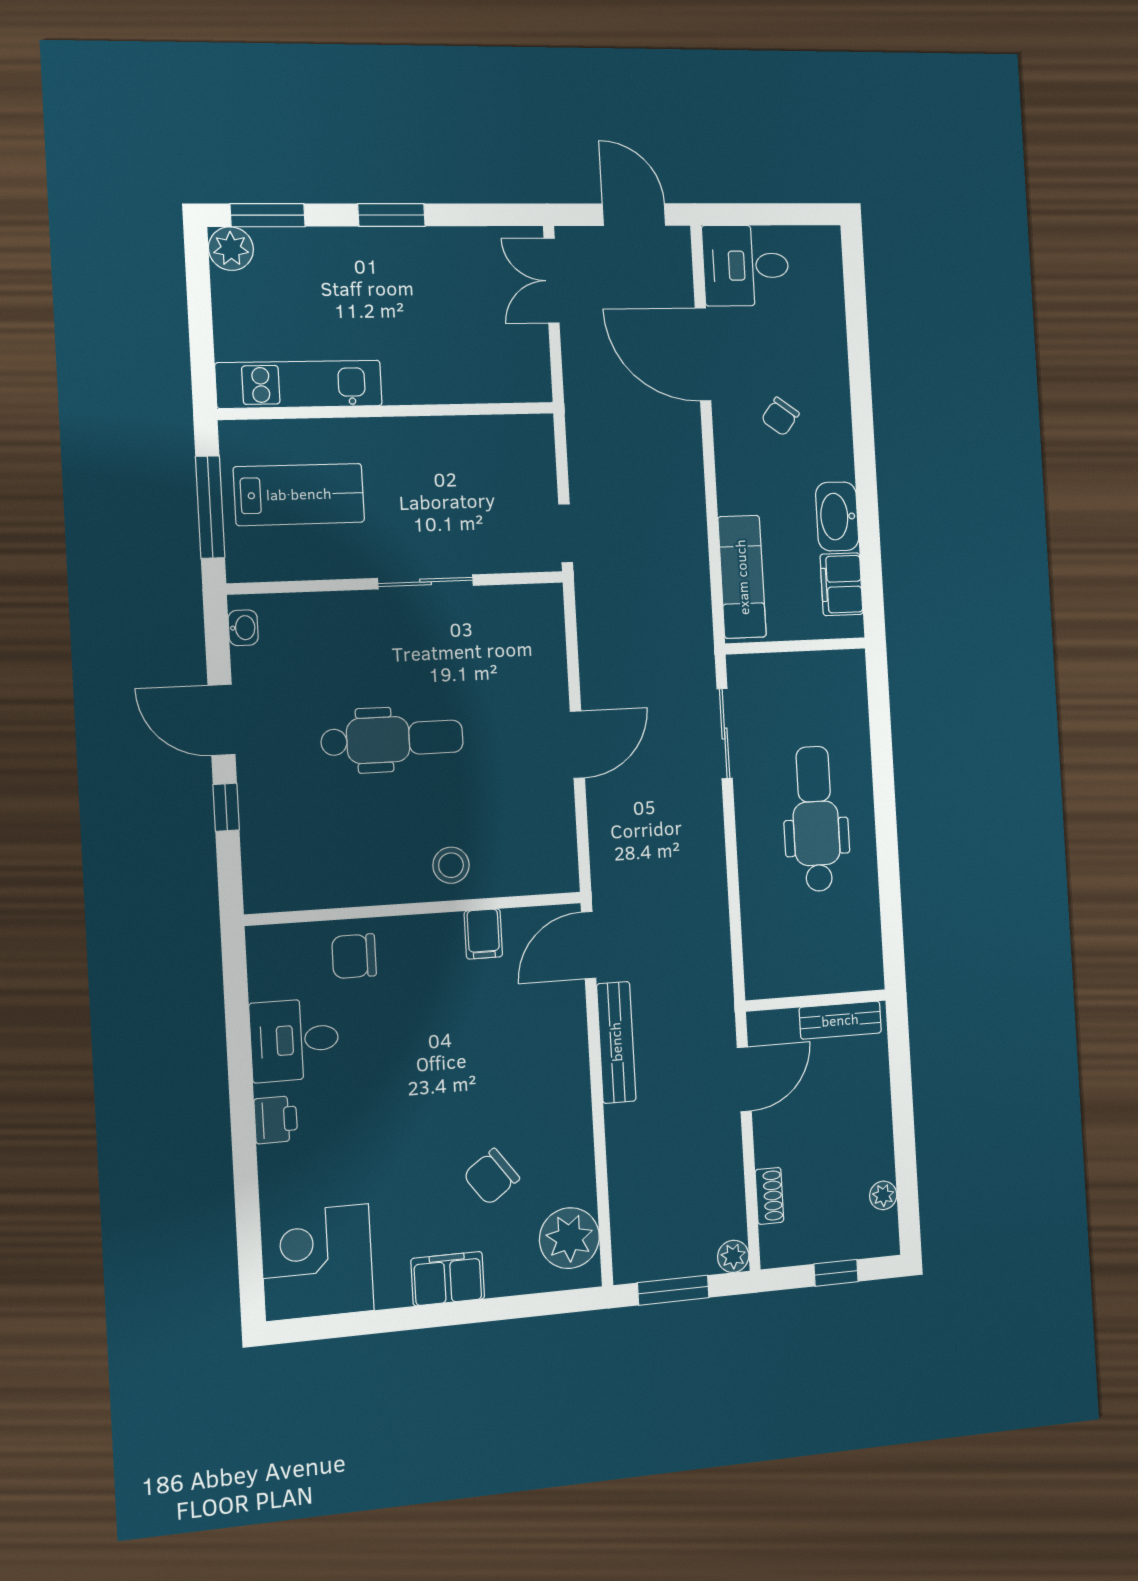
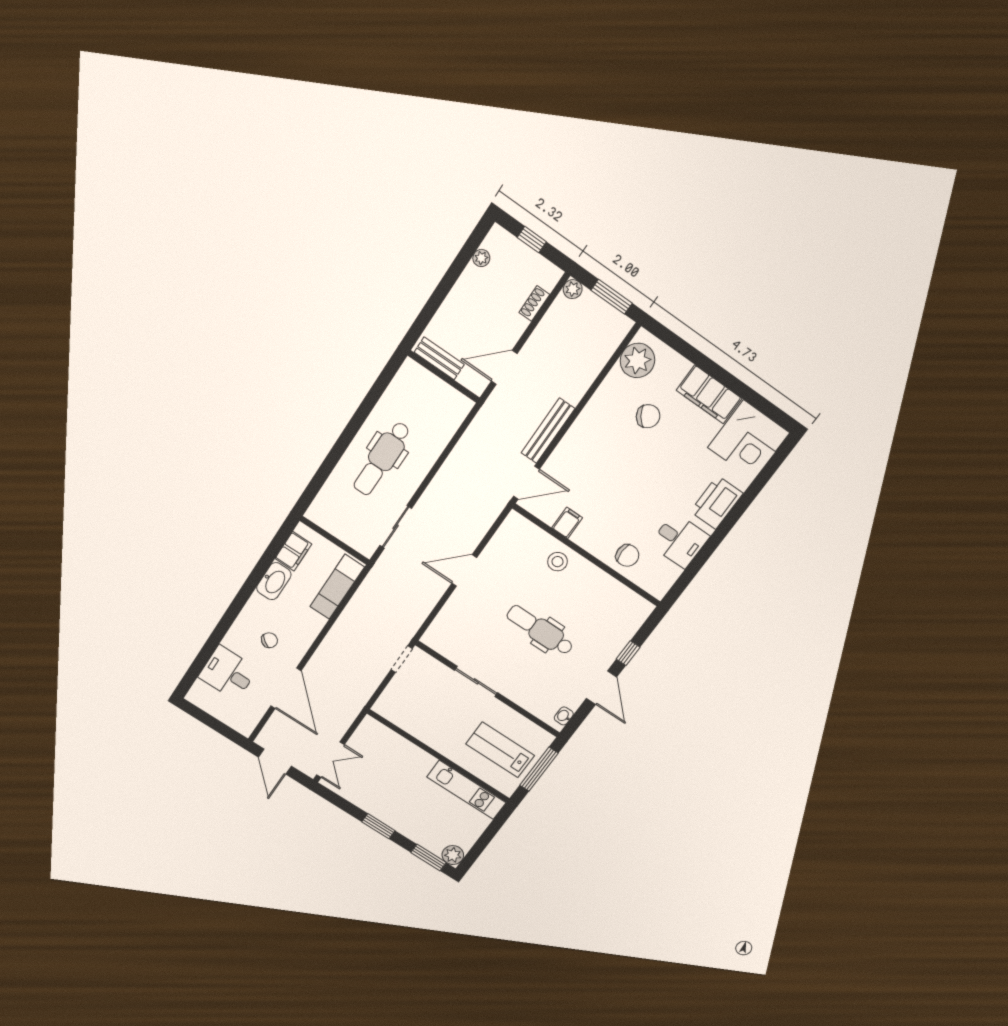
desk: (746, 266) -> (228, 673), moved, turned 180
printer: (276, 1120) -> (717, 502), width x1.87, depth x1.48
filing cabinet: (448, 1279) -> (709, 394), width x1.50, depth x1.17

